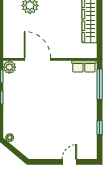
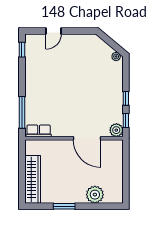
window: (100, 128) -> (22, 50), moved

